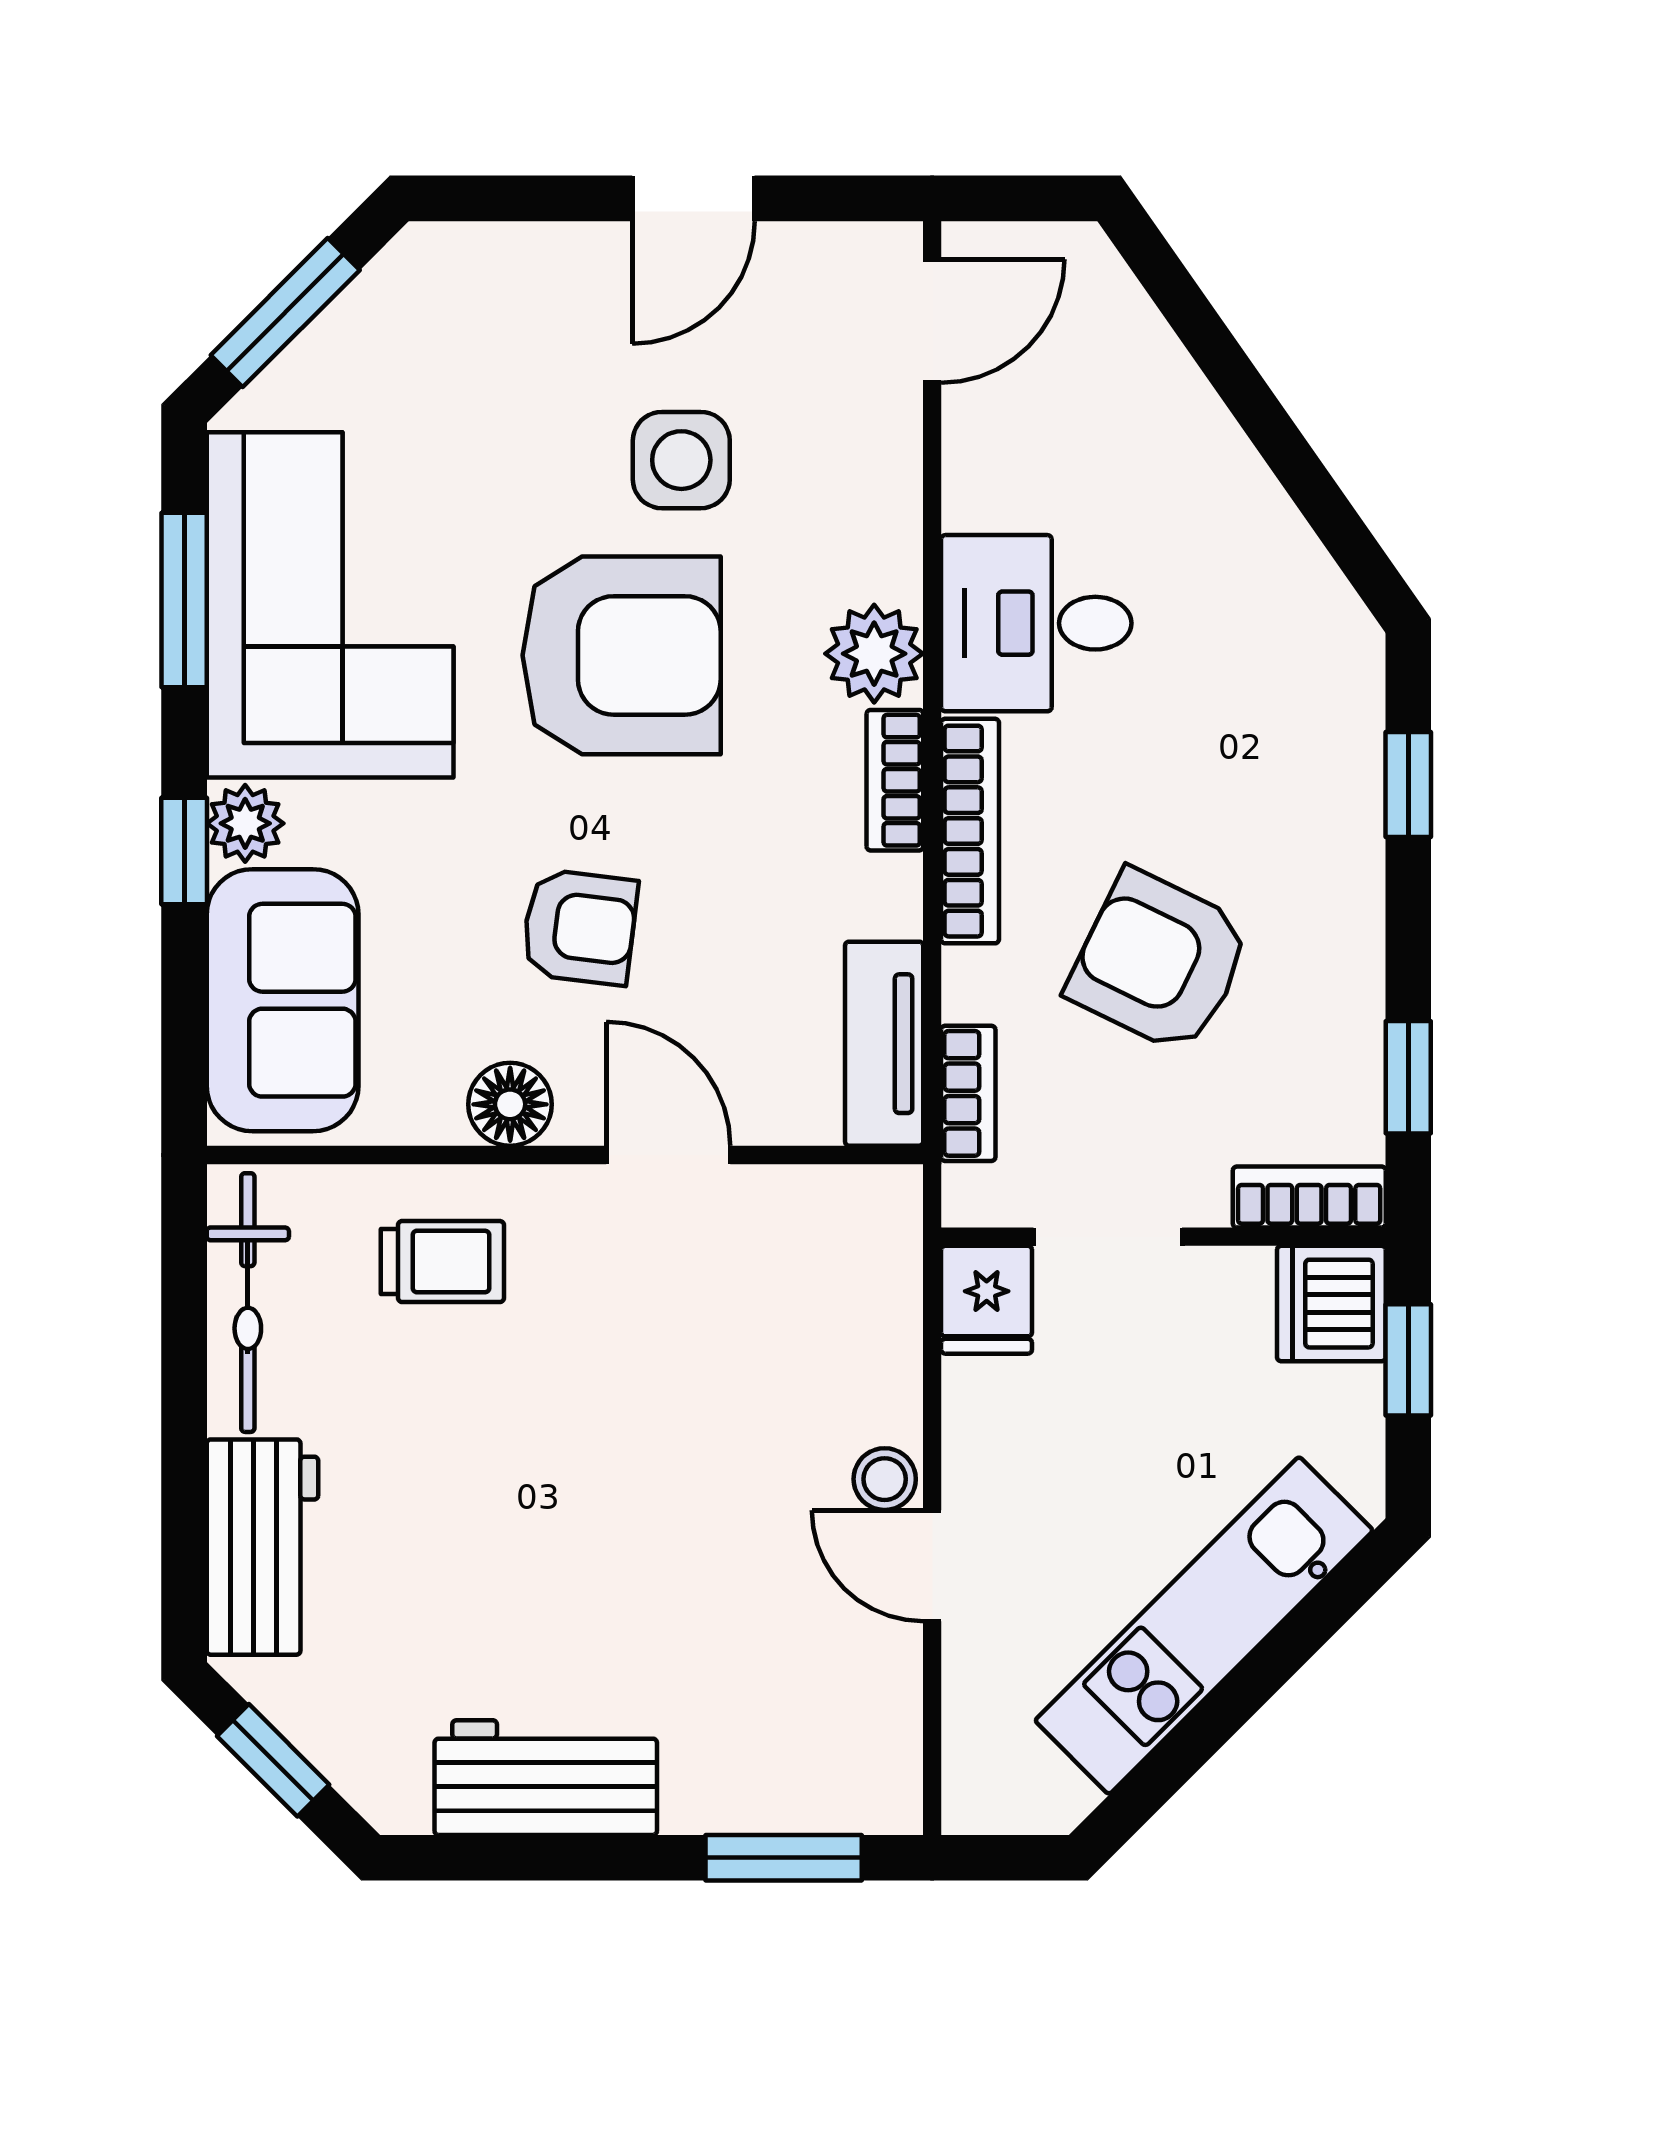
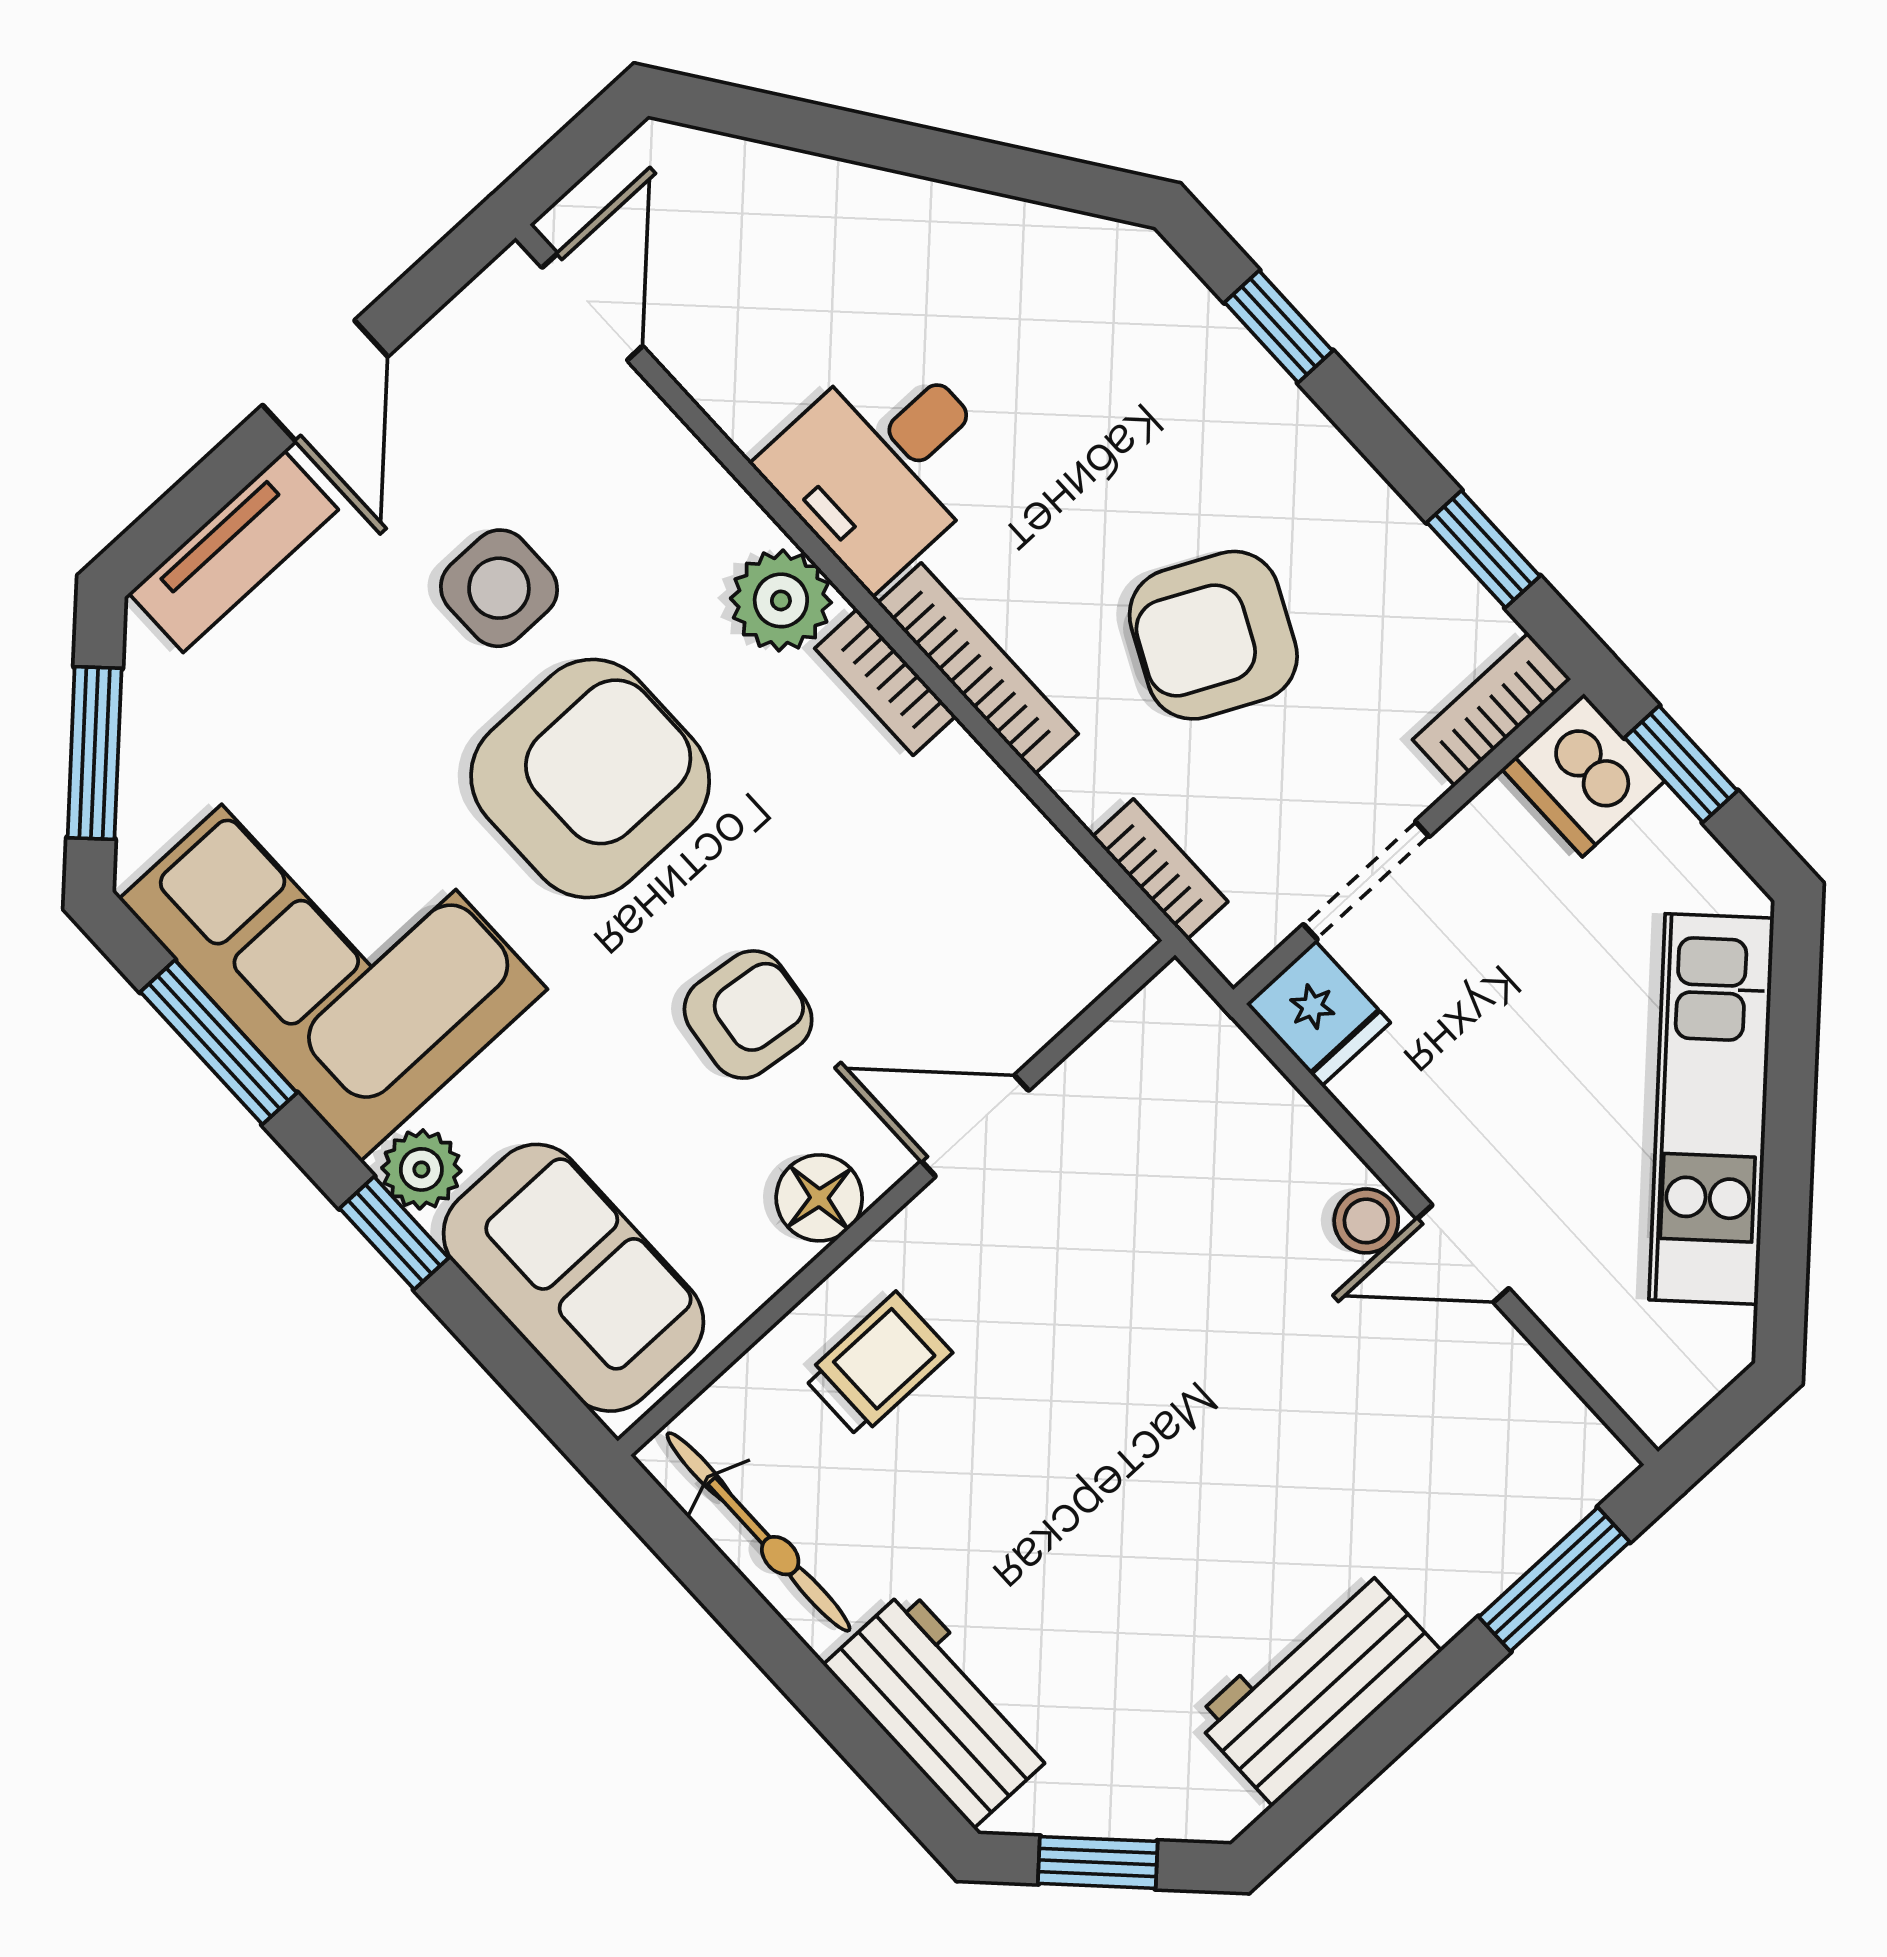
tv unit: (884, 1044) -> (234, 552), moved, turned -90

